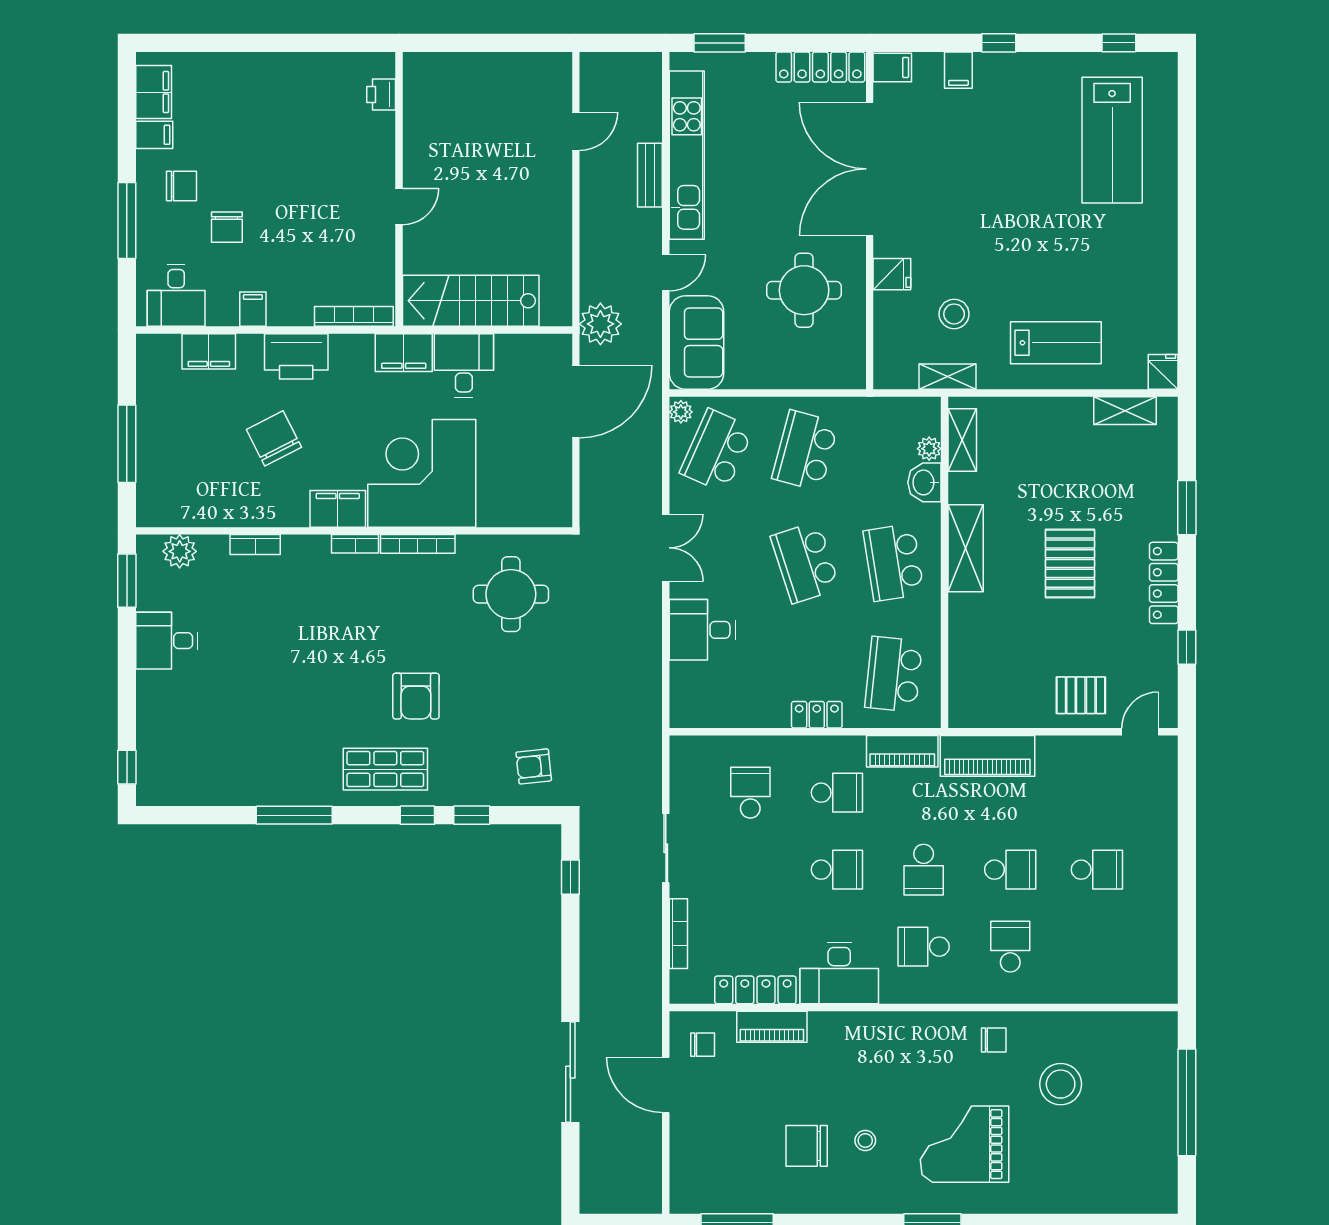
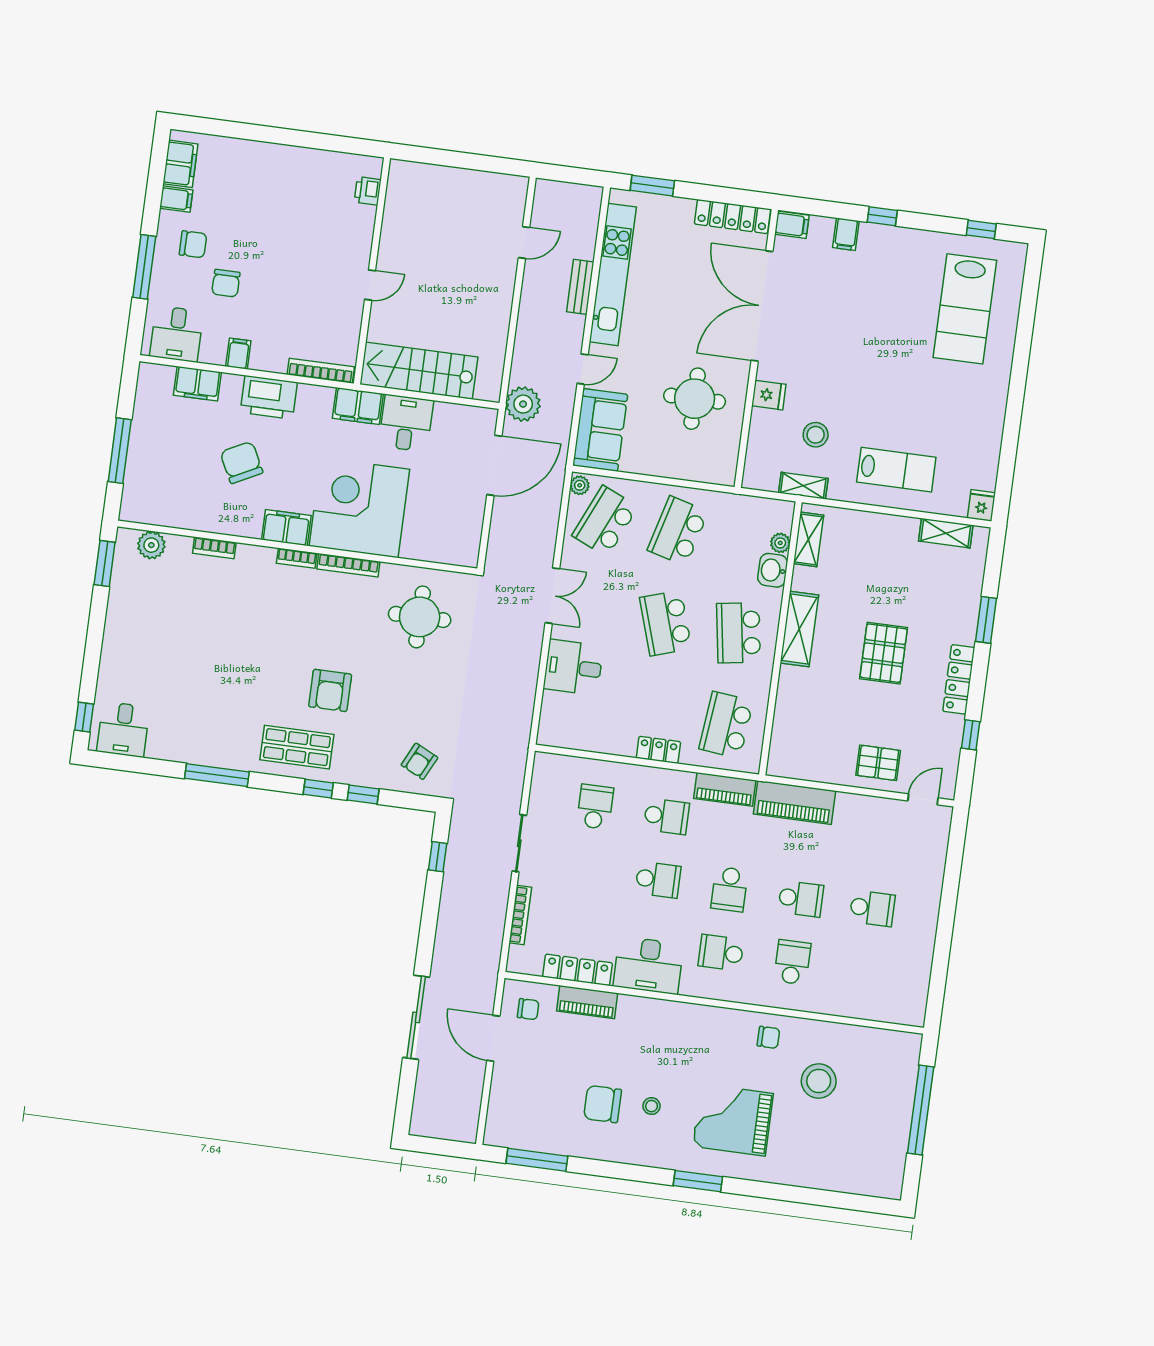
desk: (167, 641) -> (123, 729), moved, turned -90
armchair: (534, 766) -> (419, 761), turned -58

